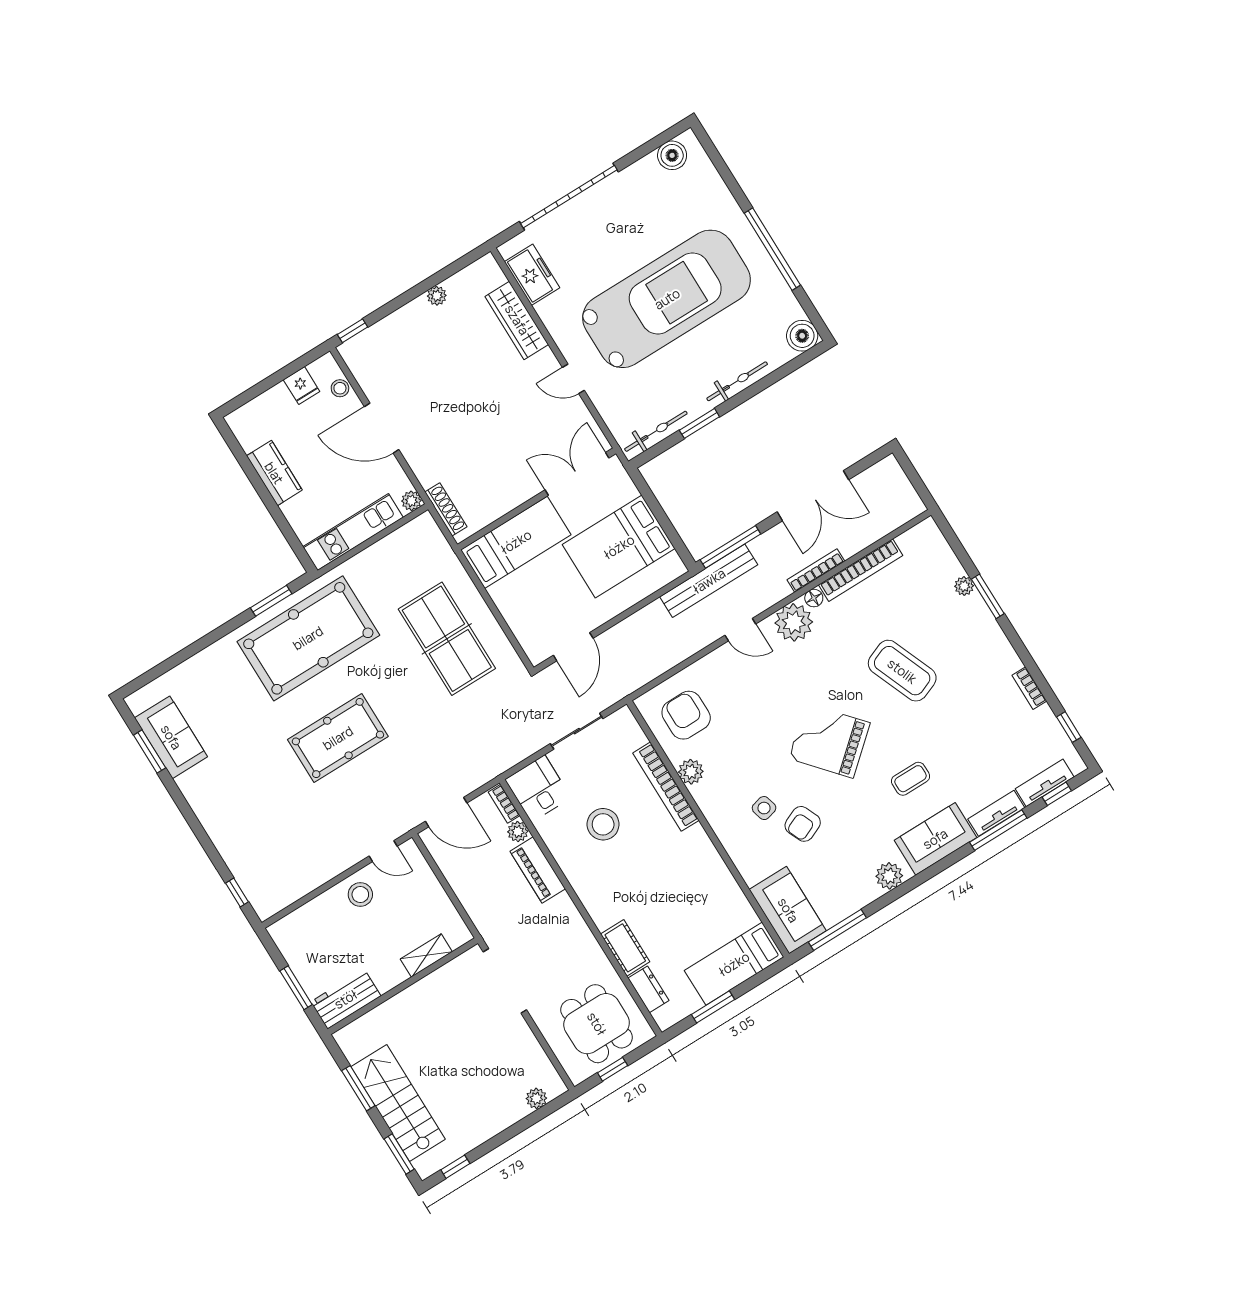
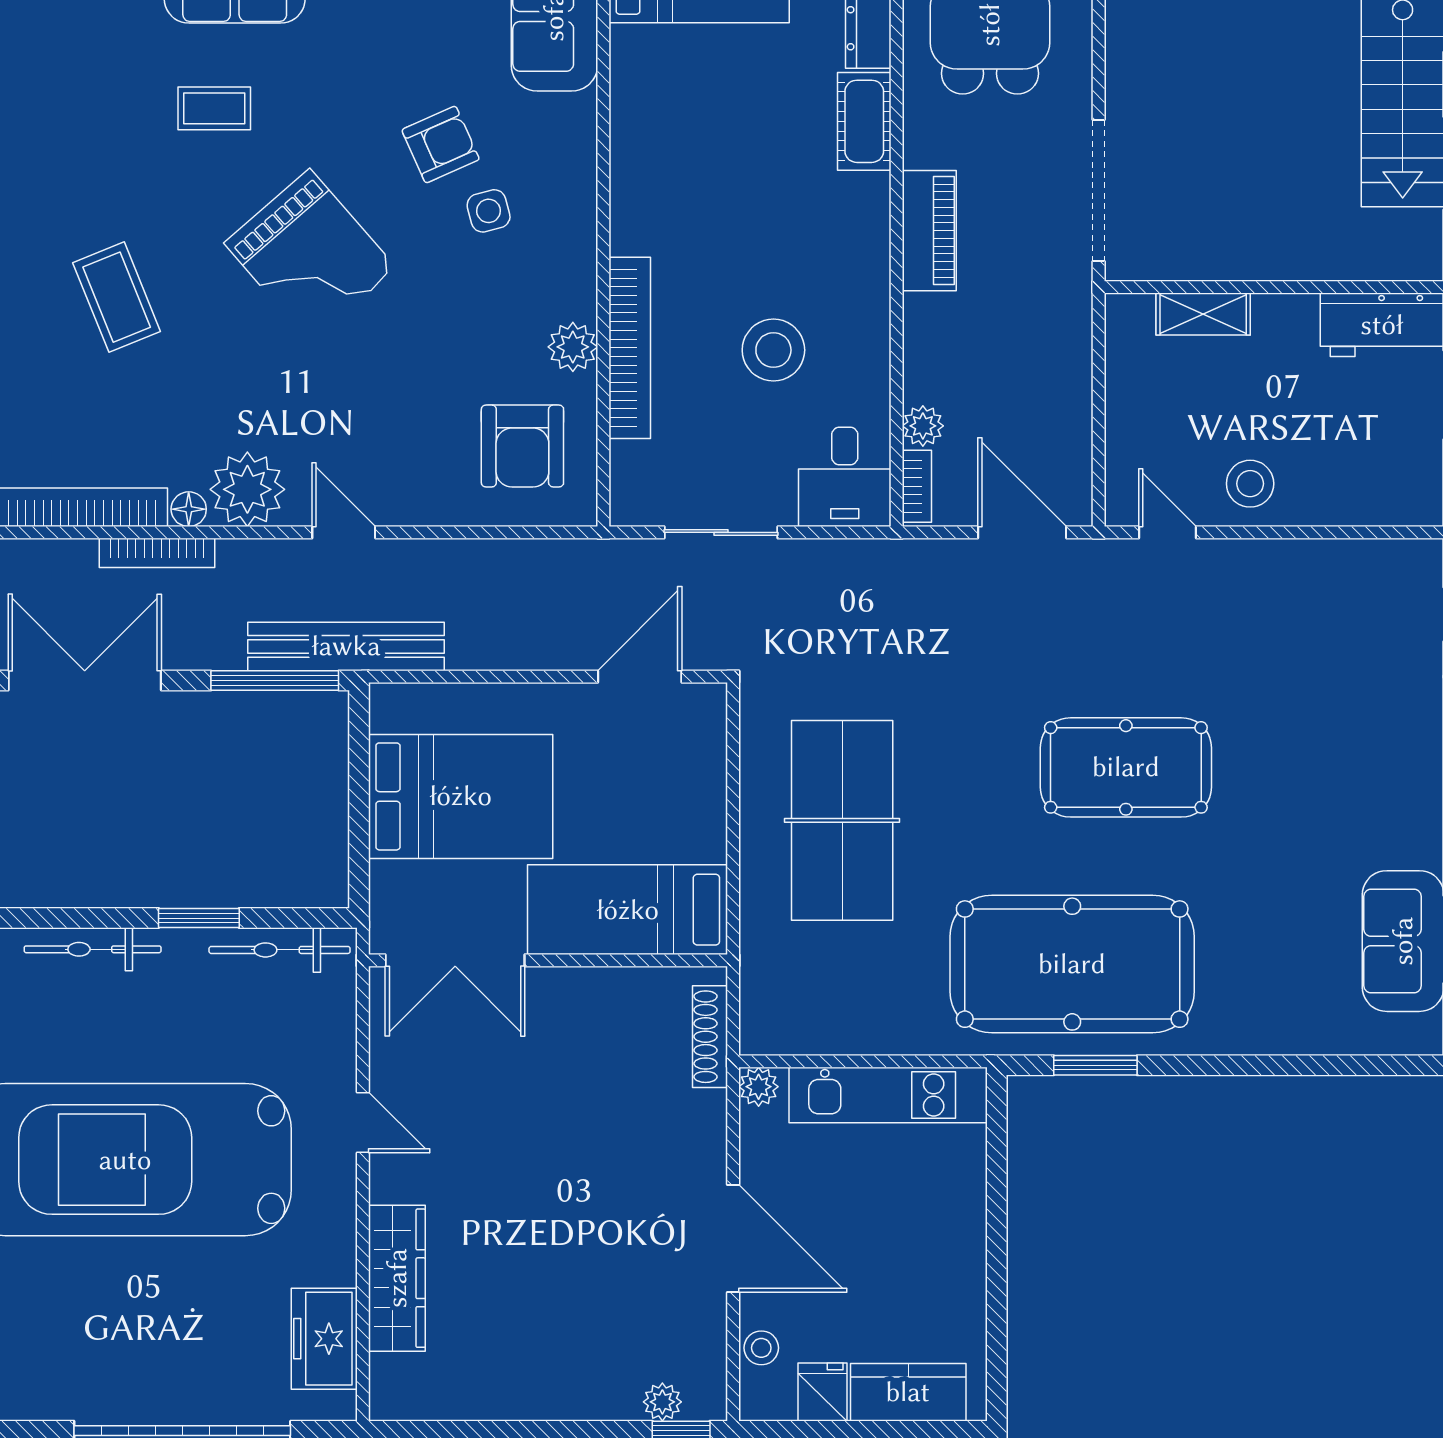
plant: (437, 296) -> (662, 1402), moved
kitchen counter: (274, 473) -> (908, 1392), moved, turned 90
coffee table: (902, 671) -> (117, 297), width x0.73, depth x0.76
piano: (538, 870) -> (929, 231), moved

